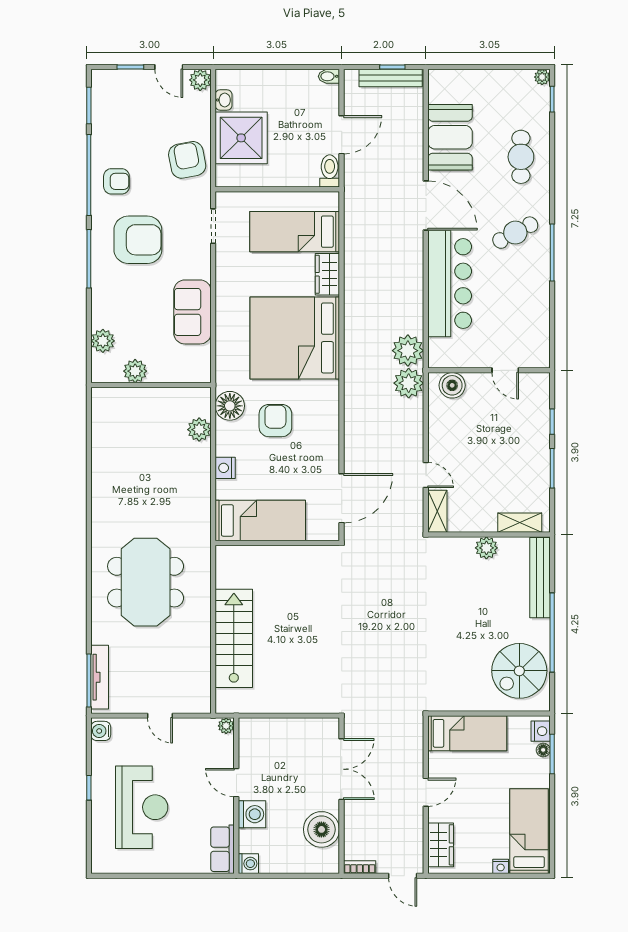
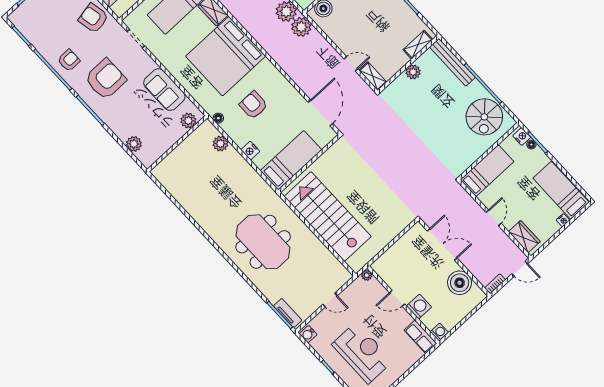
plant: (135, 371) -> (188, 121), moved
floor lamp: (230, 406) -> (218, 118), width x0.53, depth x0.53
stairs: (234, 638) -> (328, 217), width x1.36, depth x1.51
tv unit: (100, 677) -> (288, 313), width x0.71

